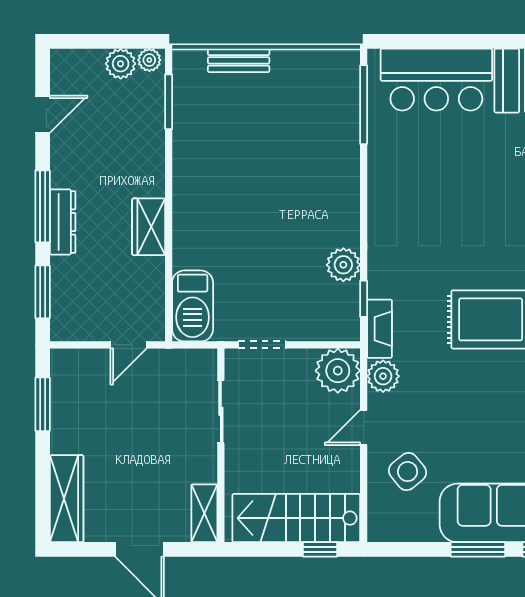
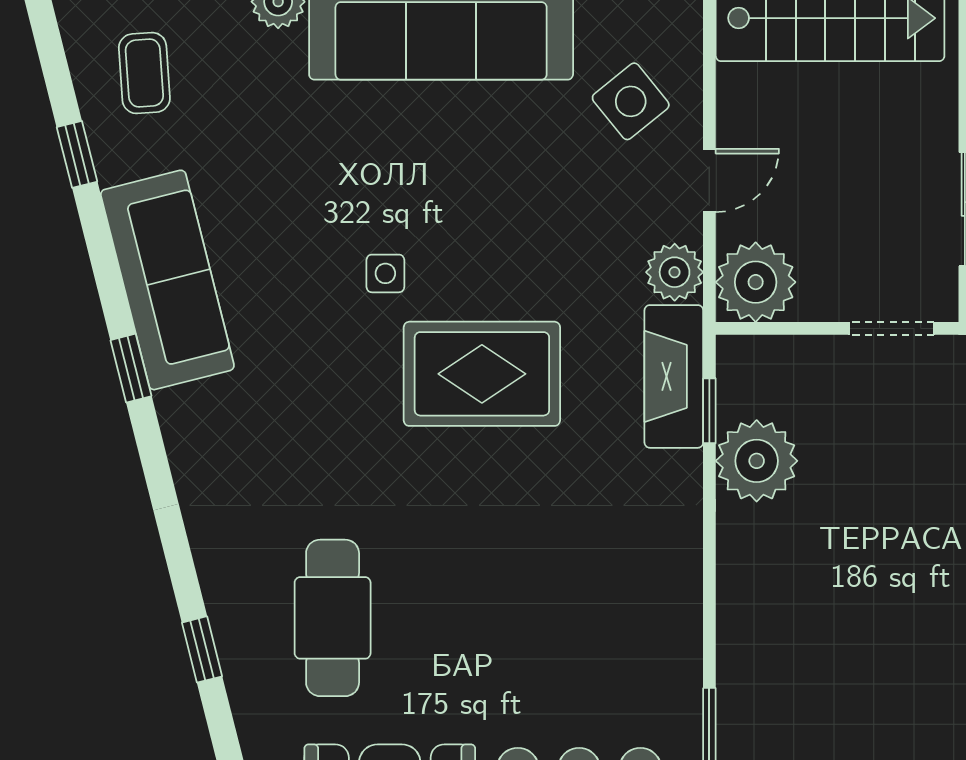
plant: (343, 265) -> (757, 461), width x1.36, depth x1.36
fireplace: (379, 329) -> (674, 376), width x1.37, depth x1.32

